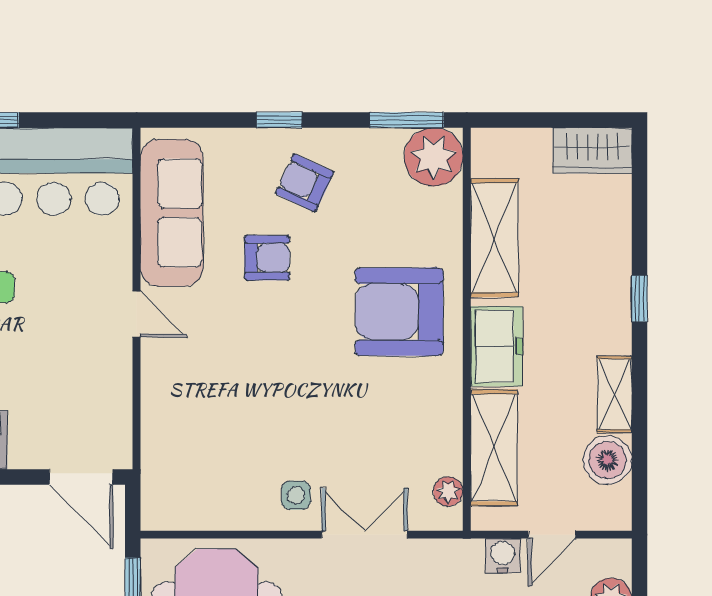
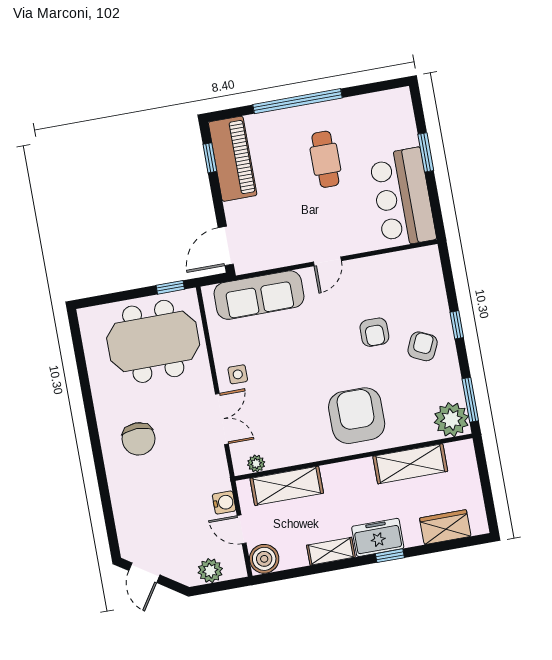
wardrobe: (592, 151) -> (445, 527), moved, turned 90
sofa: (172, 213) -> (259, 295), moved
freezer: (497, 346) -> (378, 537), moved, turned 180
boiler: (607, 460) -> (264, 559), moved

